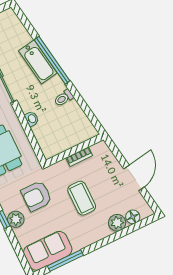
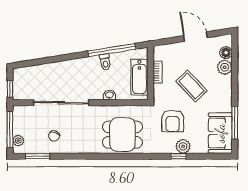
window: (52, 60) -> (112, 50), moved
bathtub: (38, 62) -> (139, 77), moved, turned 99
coffee table: (82, 198) -> (191, 86), turned 47

